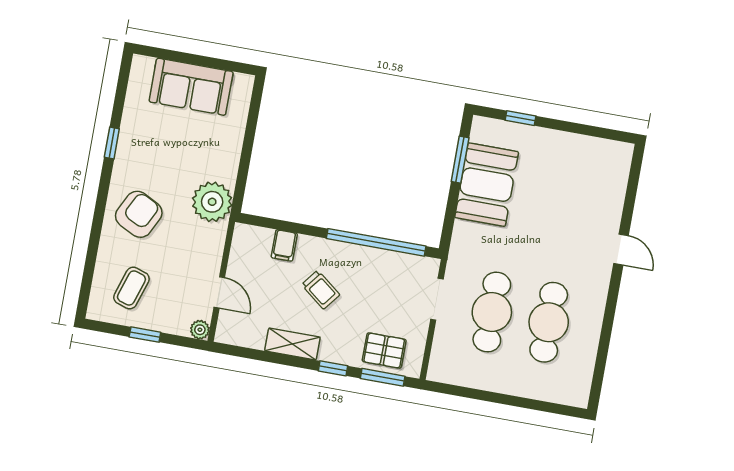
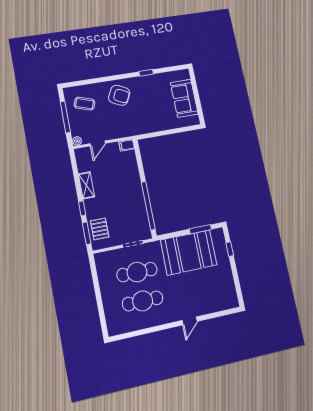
booth: (487, 185) -> (189, 252), width x1.36, depth x1.42
plant: (212, 202) -> (137, 125), removed
filing cabinet: (284, 245) -> (127, 145), moved
trolley: (321, 290) -> (117, 189), removed
window: (145, 335) -> (65, 117), width x2.17

